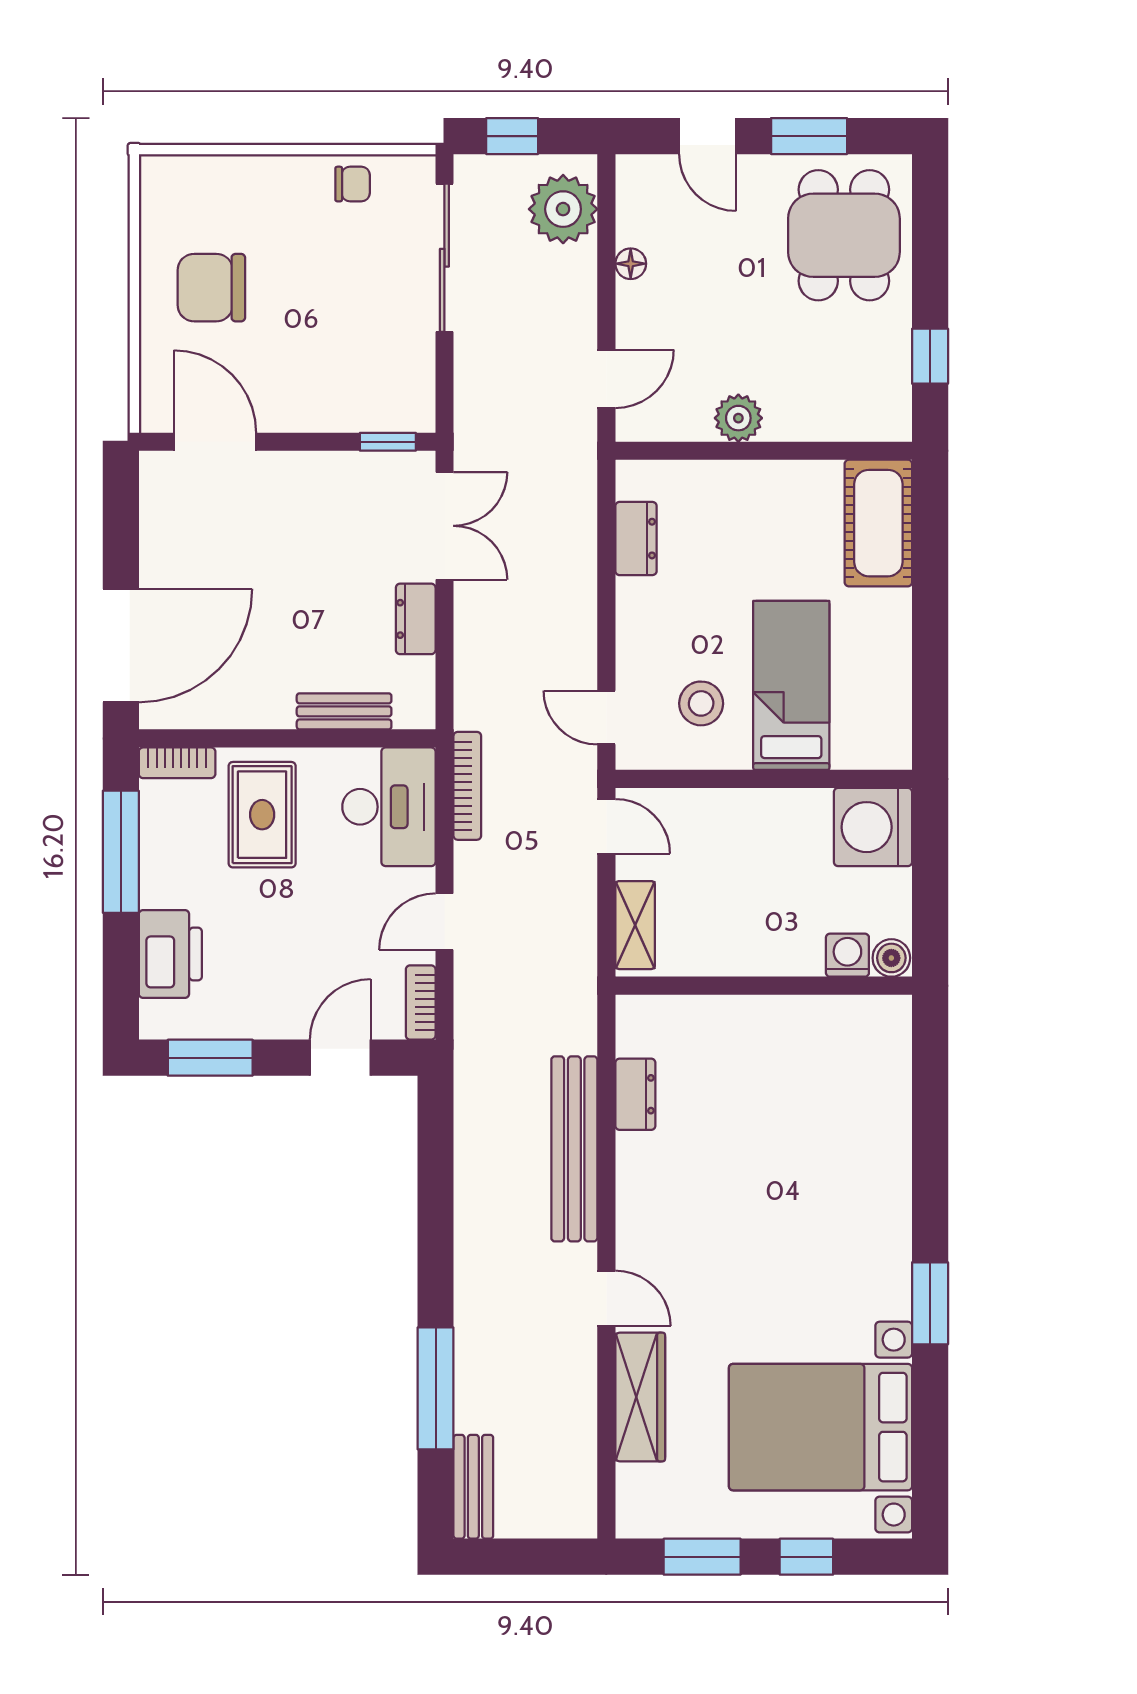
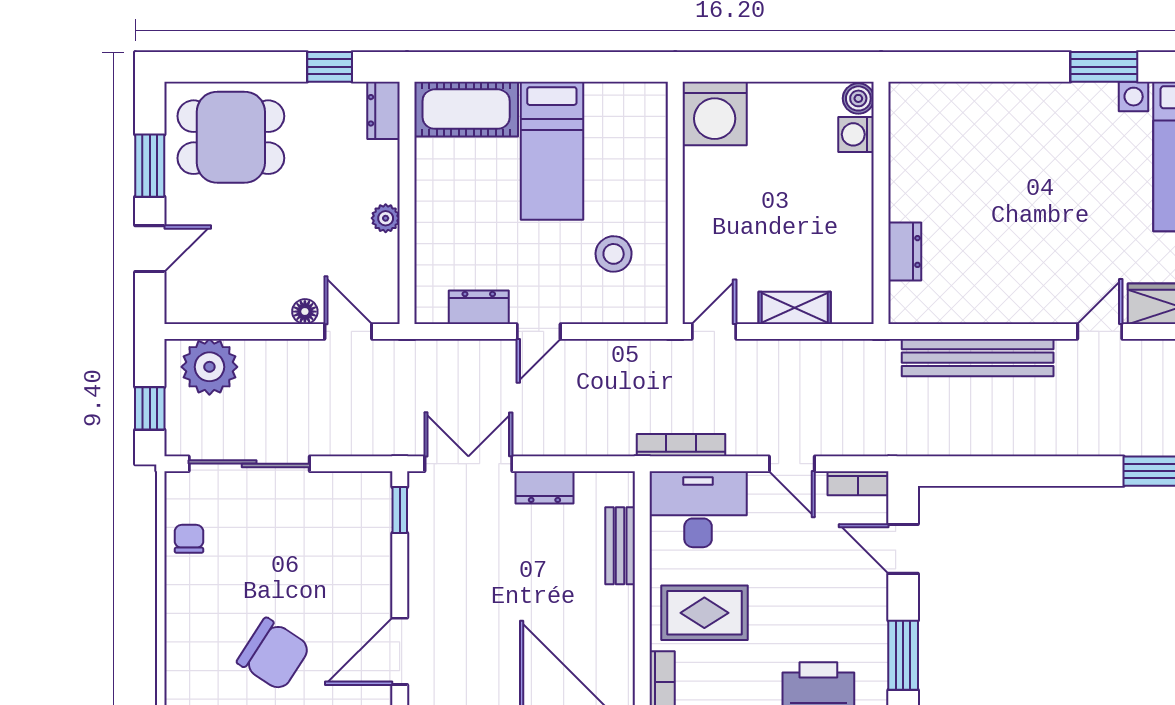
floor lamp: (631, 264) -> (305, 312), moved
chair: (211, 288) -> (274, 654), turned -57
plant: (738, 418) -> (386, 218), width x0.73, depth x0.73
dresser: (877, 422) -> (383, 110), added
bed: (791, 685) -> (552, 151), moved, turned -90
door: (606, 718) -> (539, 331), moved
washing machine: (847, 955) -> (856, 134), moved
boiler: (891, 958) -> (858, 98), moved
wall: (764, 986) -> (881, 203), moved
dresser: (635, 1094) -> (905, 252), moved, turned 90

